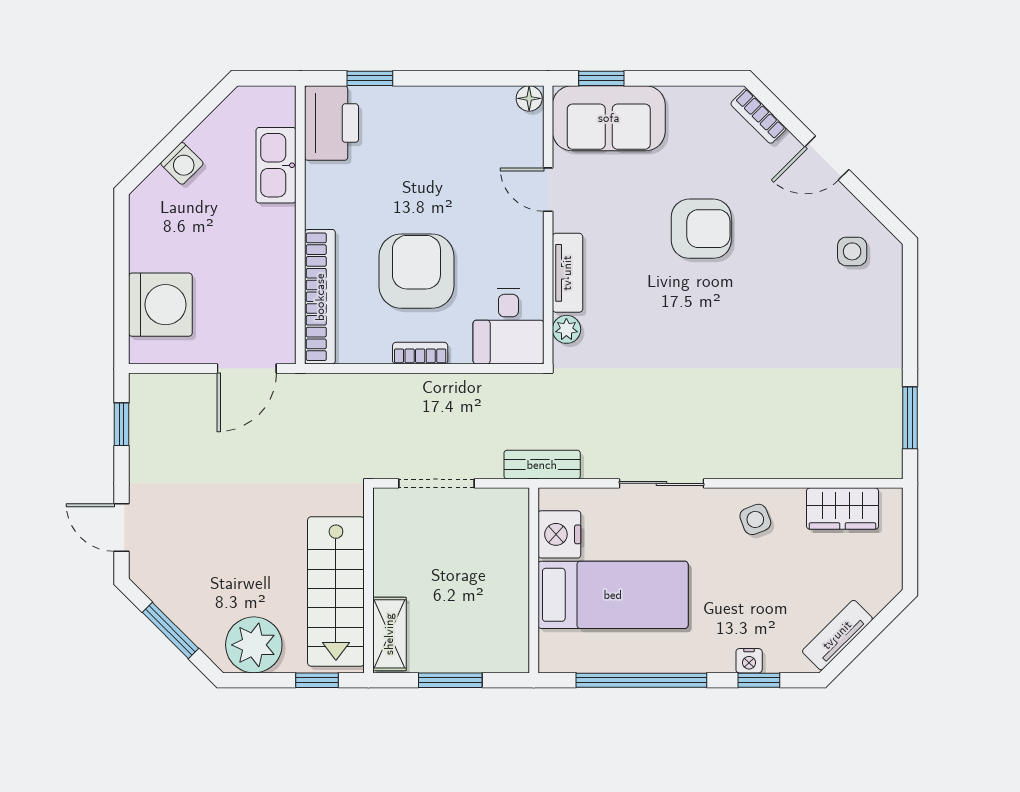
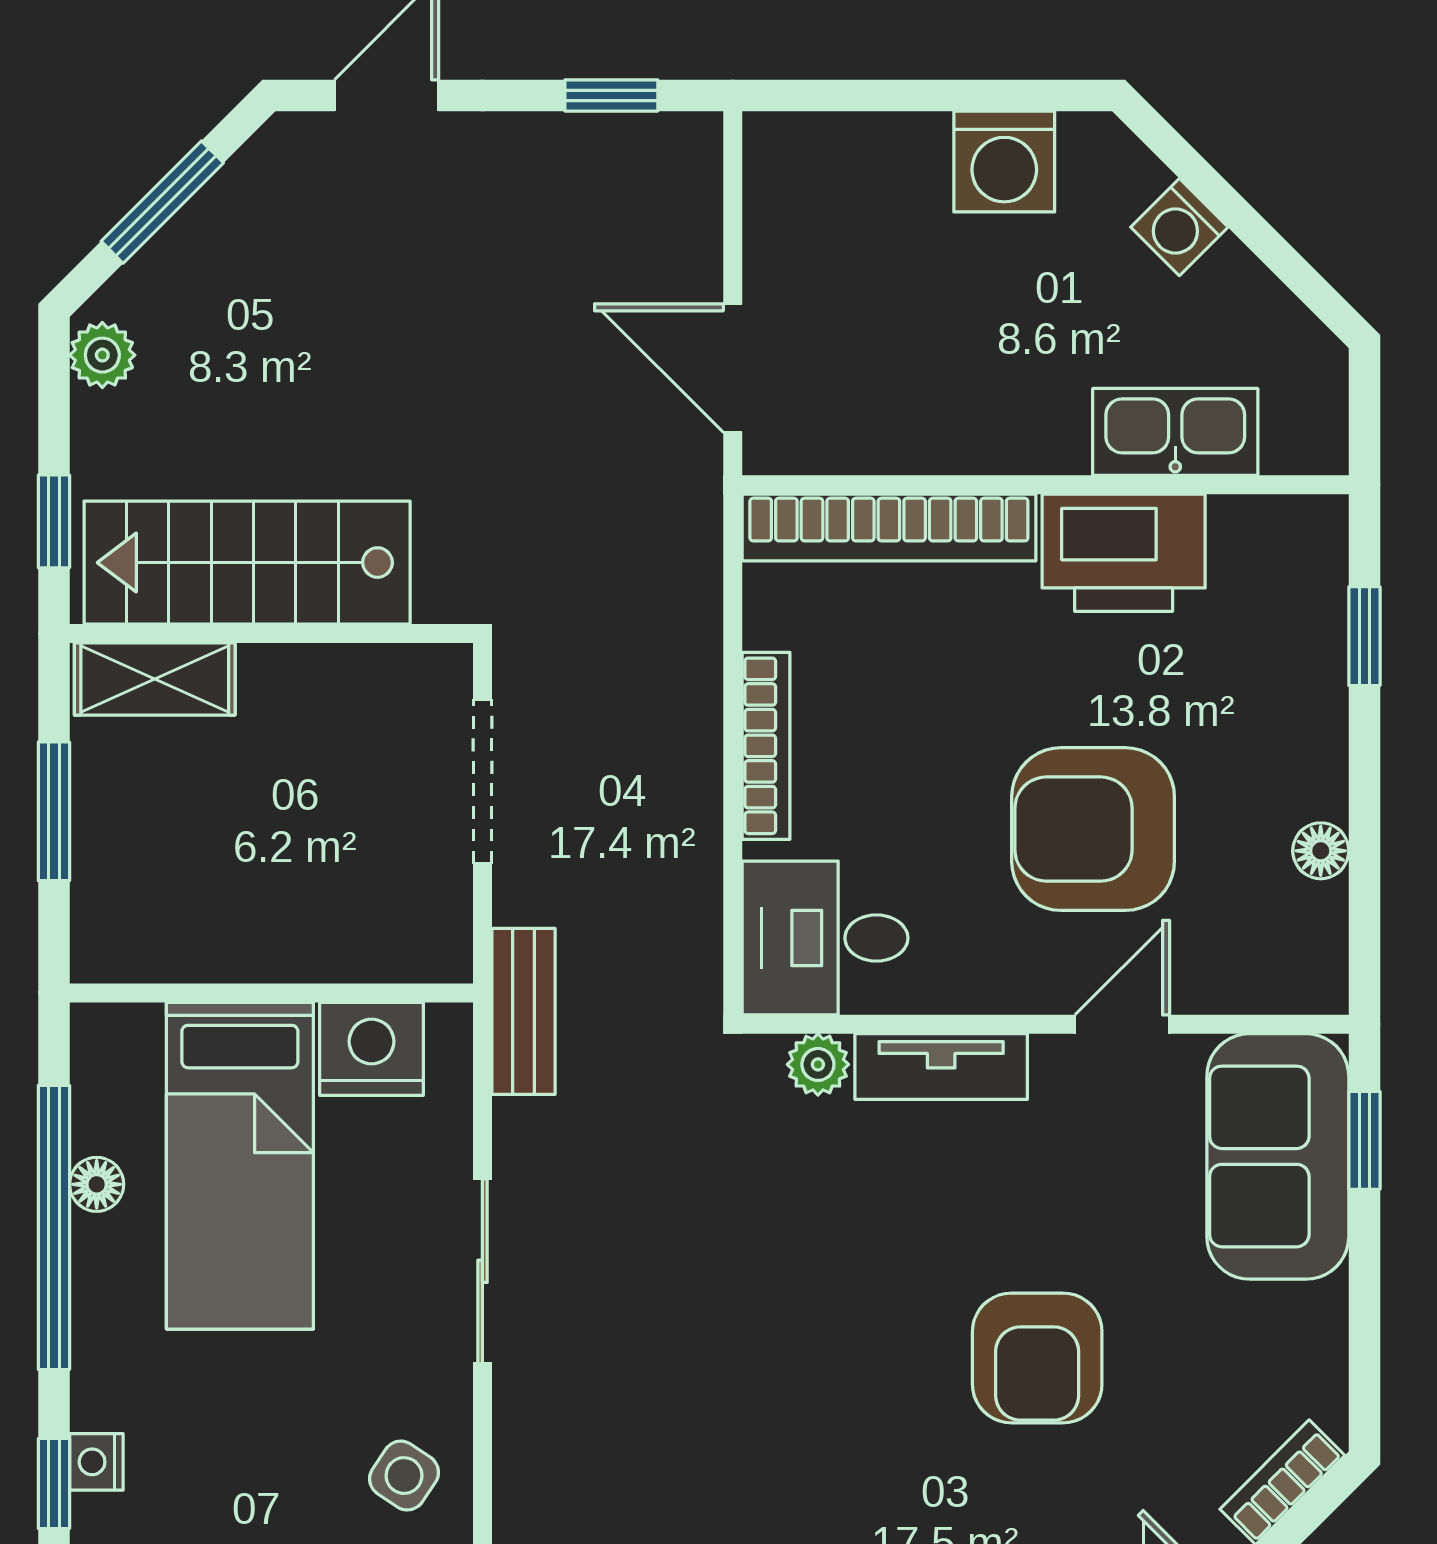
floor lamp: (529, 98) -> (1321, 851), moved
printer: (332, 123) -> (1124, 553), moved
armchair: (416, 271) -> (1093, 829), moved, turned 180
washing machine: (160, 305) -> (1004, 162), moved, width x0.73, depth x0.73
bookcase: (420, 353) -> (766, 746), width x1.56
side table: (755, 519) -> (404, 1476), turned -35
plant: (254, 645) -> (102, 355), width x0.53, depth x0.53
floor lamp: (622, 661) -> (97, 1184), added

